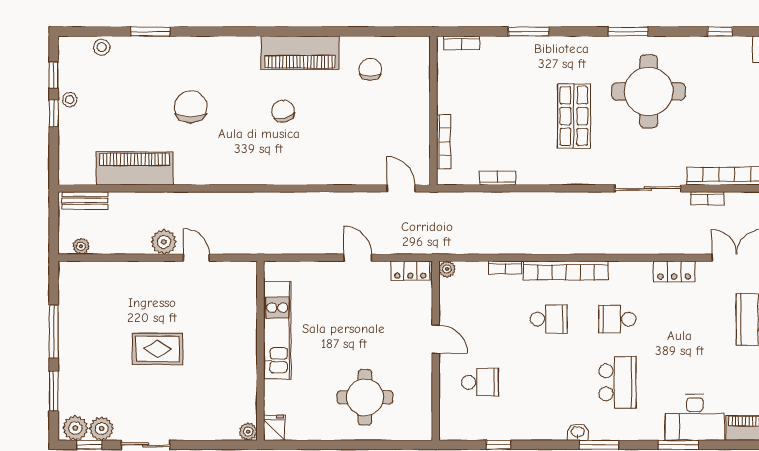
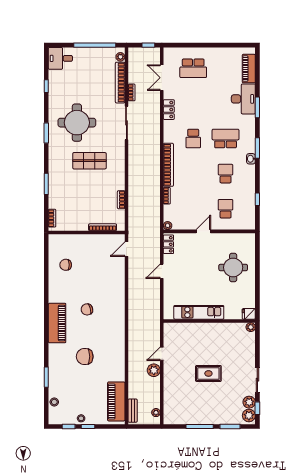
piano: (300, 53) -> (57, 323), moved
piano: (135, 168) -> (116, 401), moved
school desk: (549, 319) -> (226, 174), moved
rug: (158, 349) -> (208, 373), turned 90

